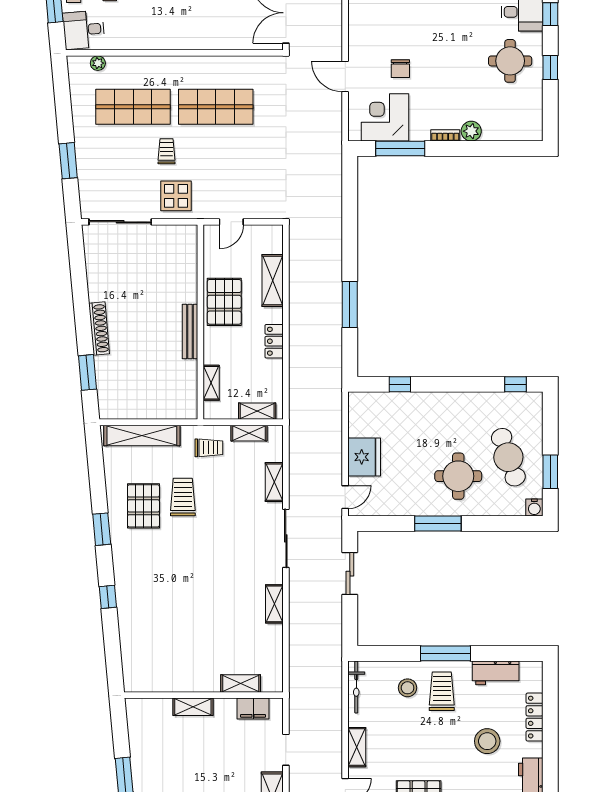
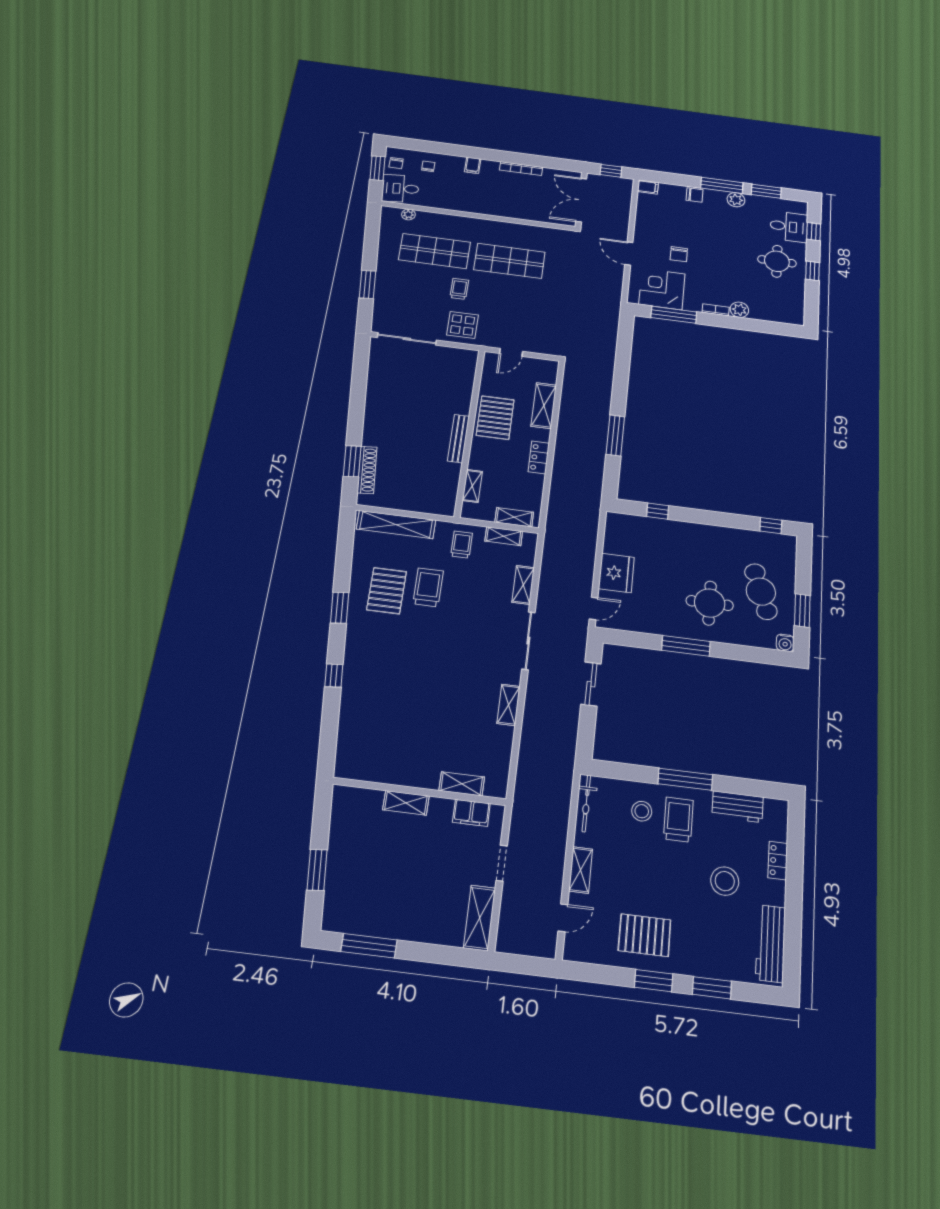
shoe rack: (99, 328) -> (367, 470), moved
trolley: (209, 448) -> (462, 545), turned -90
locker: (535, 717) -> (778, 861), width x0.66

